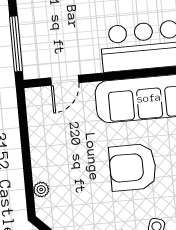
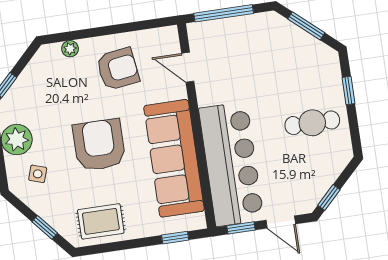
armchair: (63, 146) -> (118, 69), added

